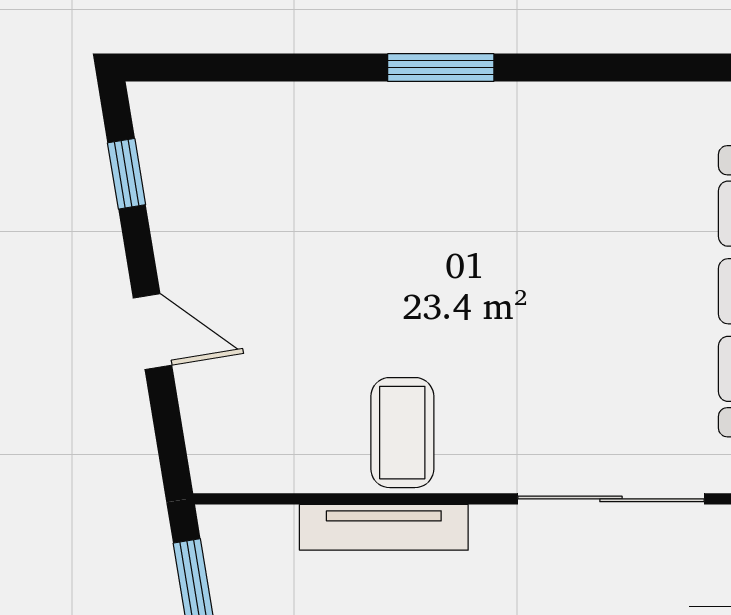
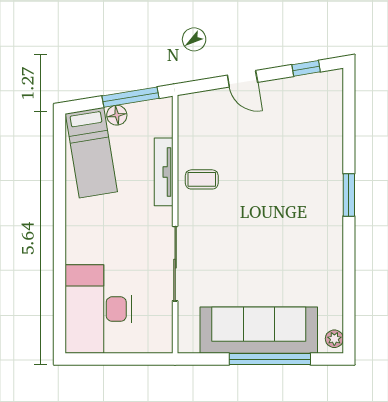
door: (152, 332) -> (242, 79), hinge flipped
coffee table: (402, 433) -> (202, 179), width x0.73, depth x0.77

